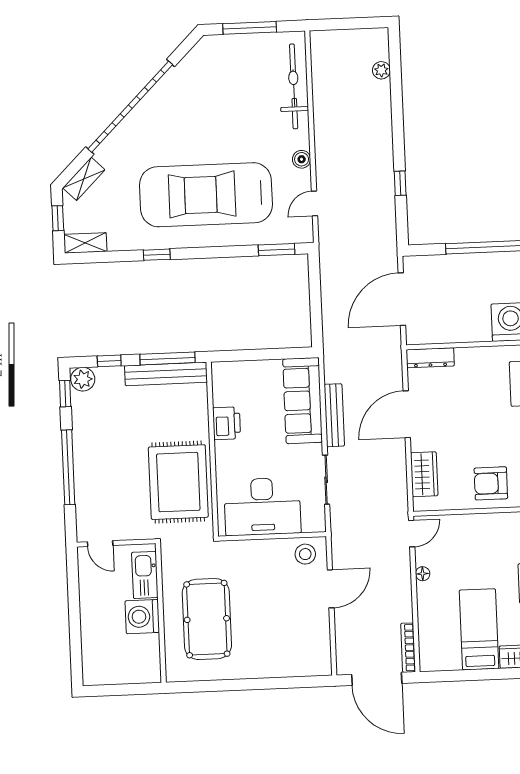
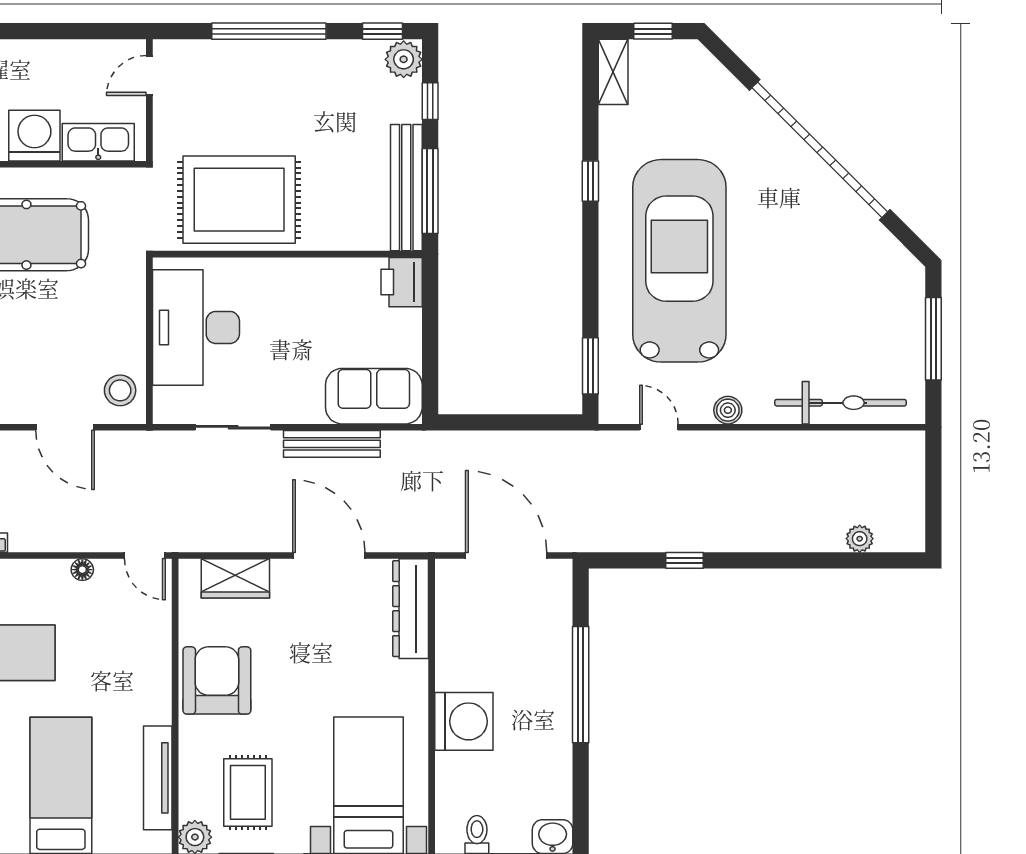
shelving: (84, 179) -> (712, 74), removed
dresser: (430, 358) -> (411, 609), width x1.37, depth x1.24
sofa: (303, 401) -> (374, 396), width x0.73
printer: (227, 423) -> (402, 282), moved, turned 90
armchair: (491, 483) -> (217, 680), width x1.36, depth x1.36

